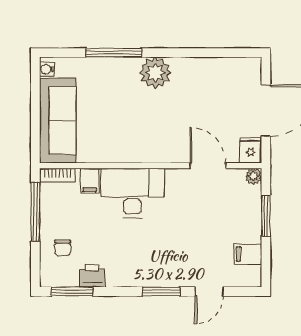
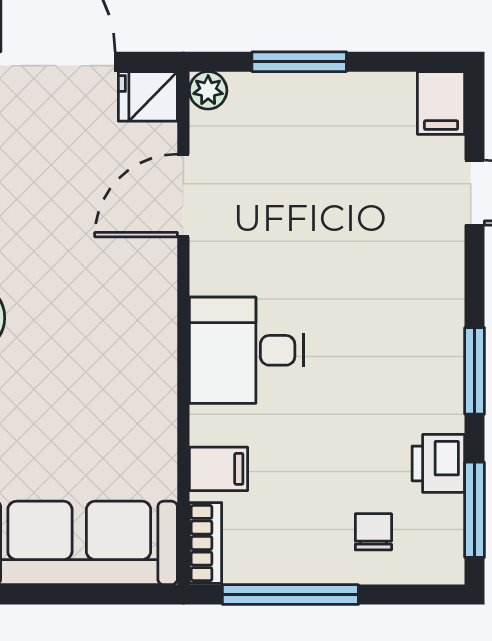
desk: (132, 193) -> (247, 350), width x0.73
chair: (63, 248) -> (373, 532), turned -90
filing cabinet: (248, 254) -> (441, 103), moved
window: (161, 292) -> (475, 371), moved

